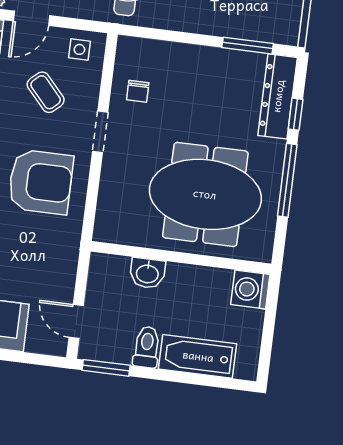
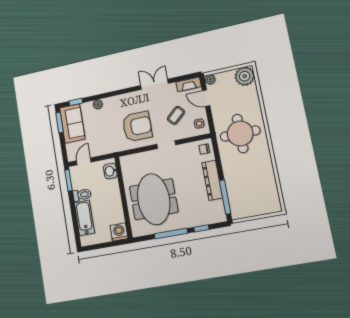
window: (248, 46) -> (225, 197), width x1.44
chair: (138, 91) -> (204, 149), moved
dresser: (278, 96) -> (212, 180), moved, turned -90
armchair: (41, 182) -> (137, 126), turned -90
washbasin: (147, 273) -> (110, 171), moved

